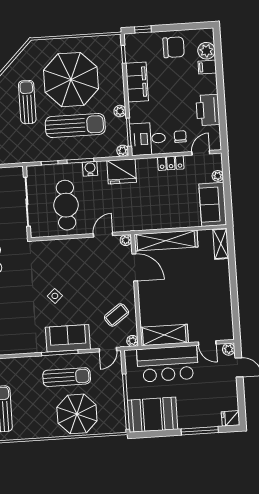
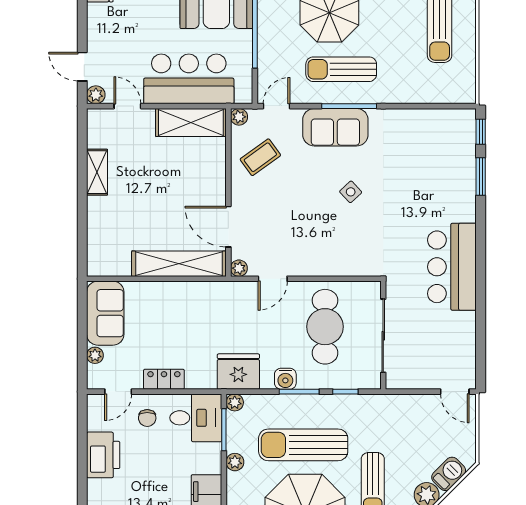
shelving: (221, 244) -> (97, 172), moved

